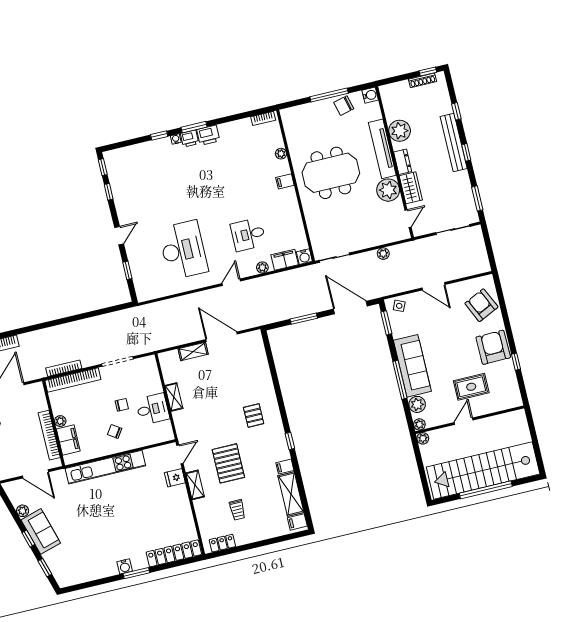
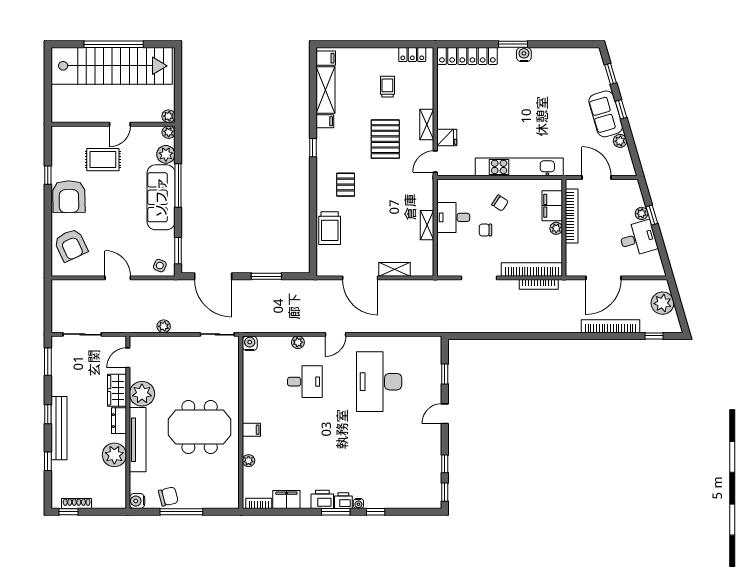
filing cabinet: (285, 260) -> (286, 499), moved, turned 180
trolley: (258, 374) -> (330, 228), added

